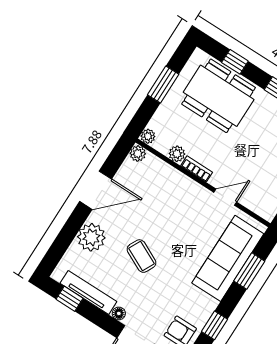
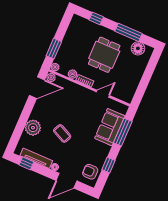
window: (163, 84) -> (54, 49), moved
dining table: (219, 96) -> (104, 55), moved, width x0.73
door: (96, 190) -> (37, 88), moved
sofa: (228, 258) -> (110, 127), width x0.73
window: (249, 271) -> (123, 132), width x1.44

